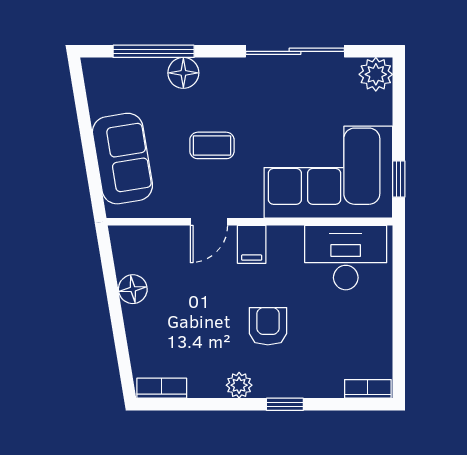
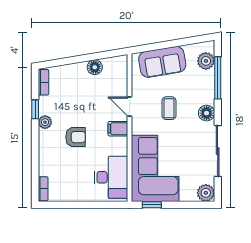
floor lamp: (183, 73) -> (207, 113), moved
plant: (121, 74) -> (206, 61), added
window: (285, 404) -> (35, 109), moved

